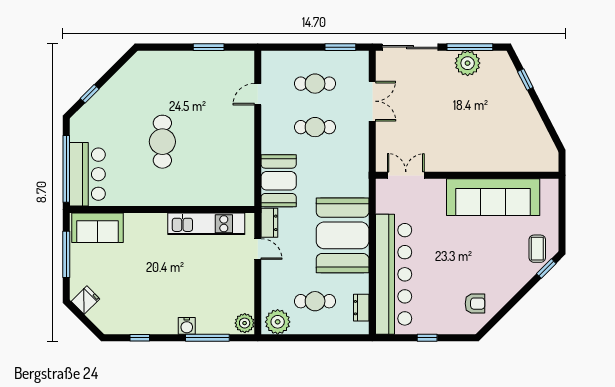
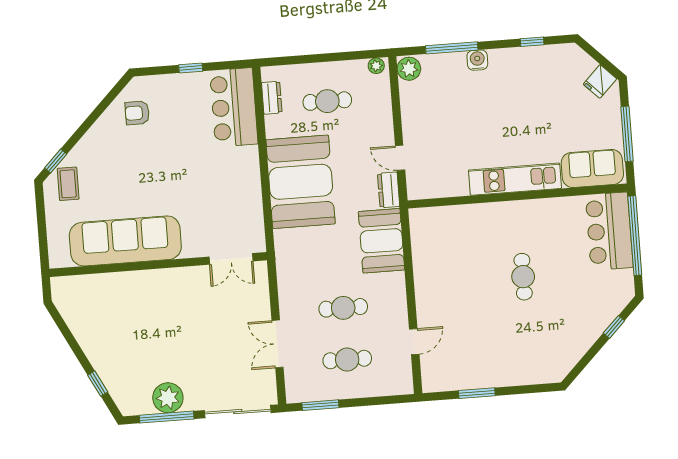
cafe table: (162, 142) -> (523, 277), width x0.73, depth x0.74
kitchen unit: (206, 224) -> (515, 179), moved
bar counter: (394, 274) -> (234, 107), width x0.54
plant: (278, 322) -> (376, 66), width x0.53, depth x0.53

